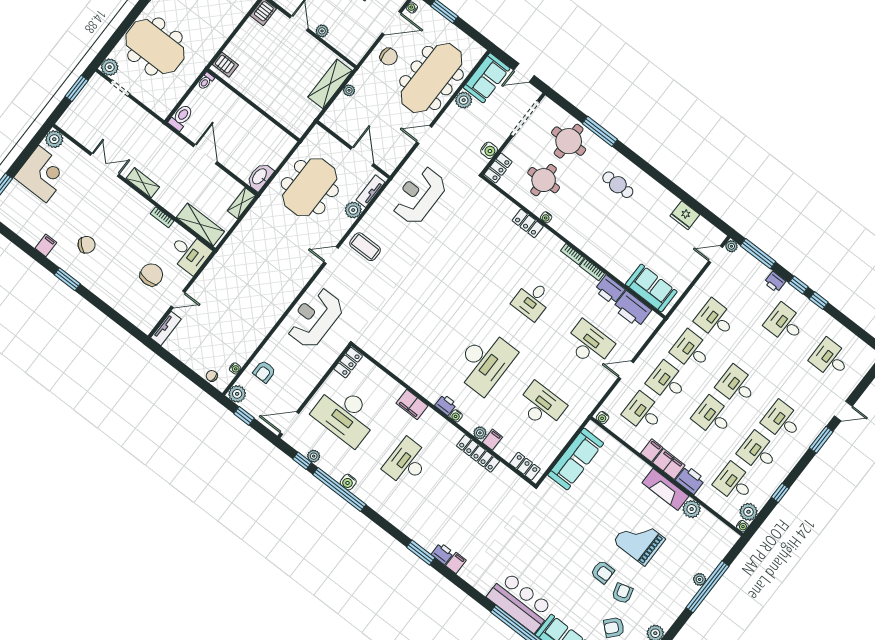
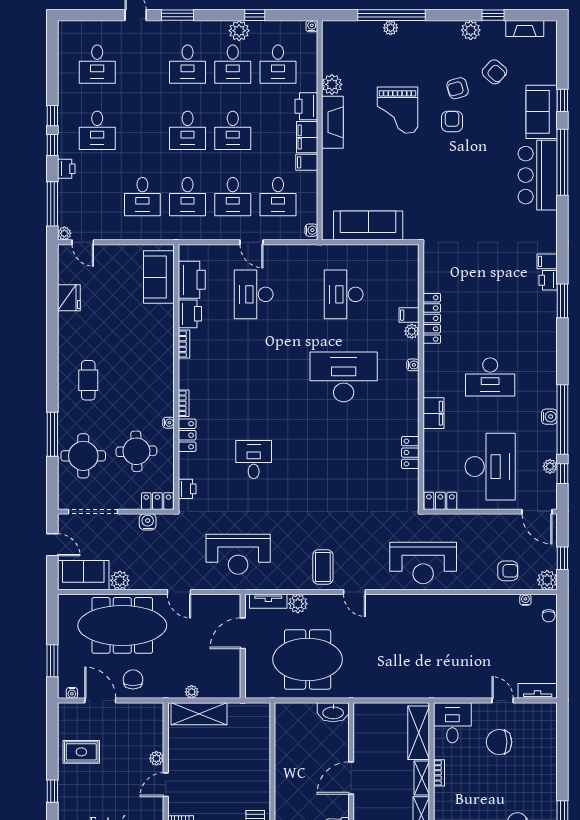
shelving: (242, 203) -> (422, 778), moved, turned 90
bookcase: (572, 254) -> (184, 403), moved
desk: (532, 300) -> (254, 460), moved, turned -90
printer: (446, 405) -> (187, 489), moved, turned 180
locker: (525, 466) -> (410, 453), moved
plant: (748, 512) -> (239, 31), moved

